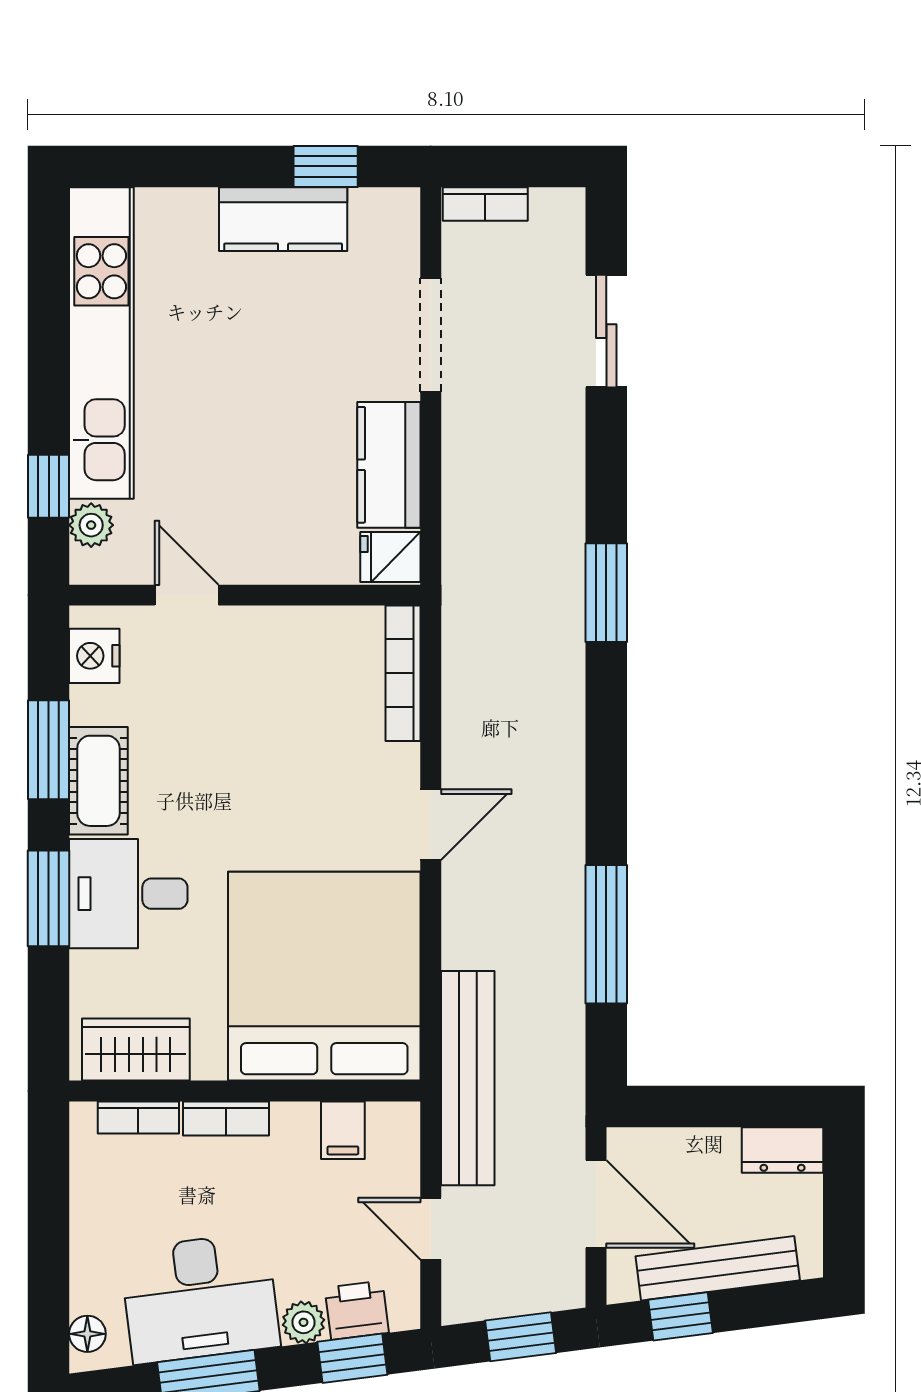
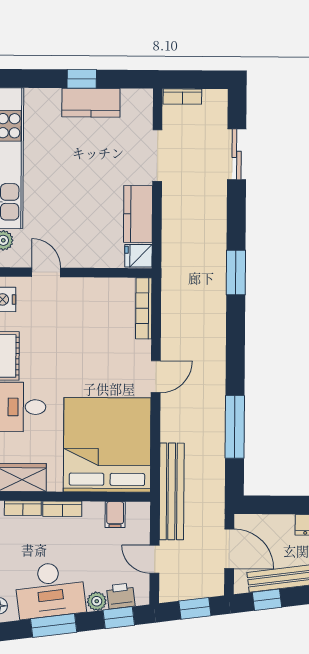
window: (326, 166) -> (82, 79), moved

